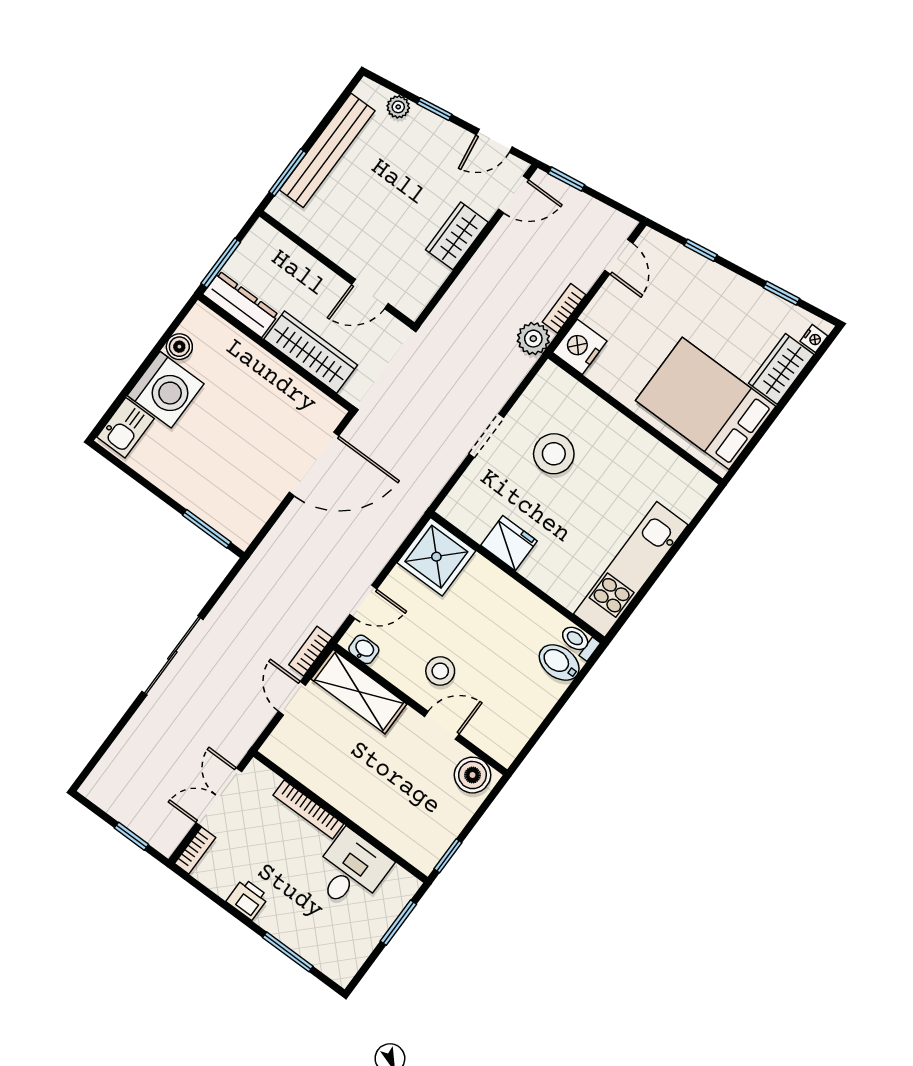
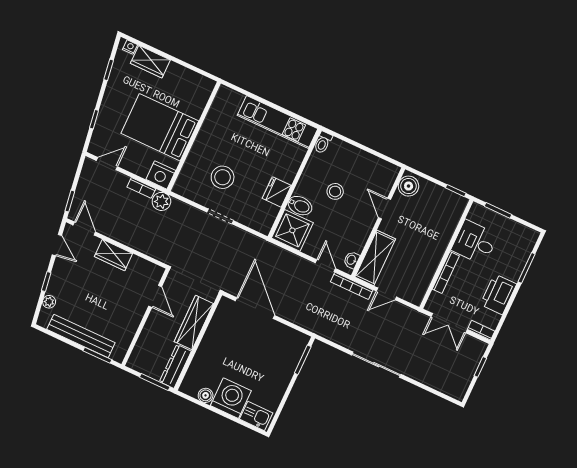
bed: (706, 403) -> (160, 127), moved, turned 90
bookcase: (310, 651) -> (352, 286), width x1.56
bidet: (559, 663) -> (300, 206), moved, turned -90
stool: (440, 671) -> (335, 191), moved
printer: (248, 899) -> (498, 294), width x1.87, depth x1.48

